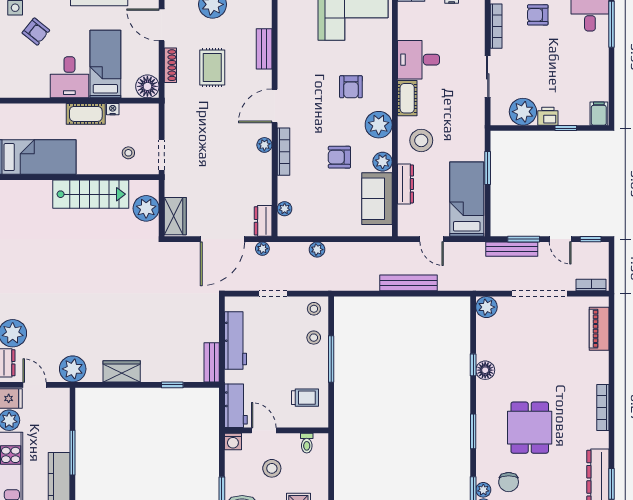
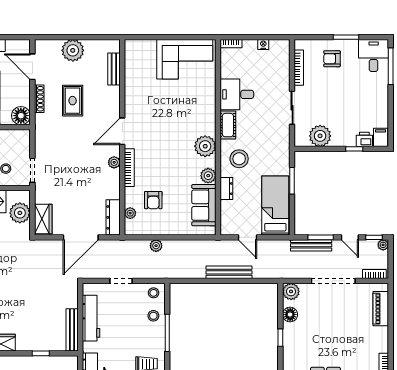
bench: (264, 49) -> (114, 69), moved
armchair: (351, 87) -> (183, 116), removed
printer: (548, 116) -> (364, 139), moved
armchair: (339, 157) -> (153, 200), moved, turned -90
dresser: (405, 184) -> (226, 189), width x0.70
dresser: (263, 221) -> (113, 217), width x1.44
plant: (262, 249) -> (383, 245), moved
bench: (212, 362) -> (72, 330), width x1.36
floor lamp: (485, 370) -> (290, 315), moved

